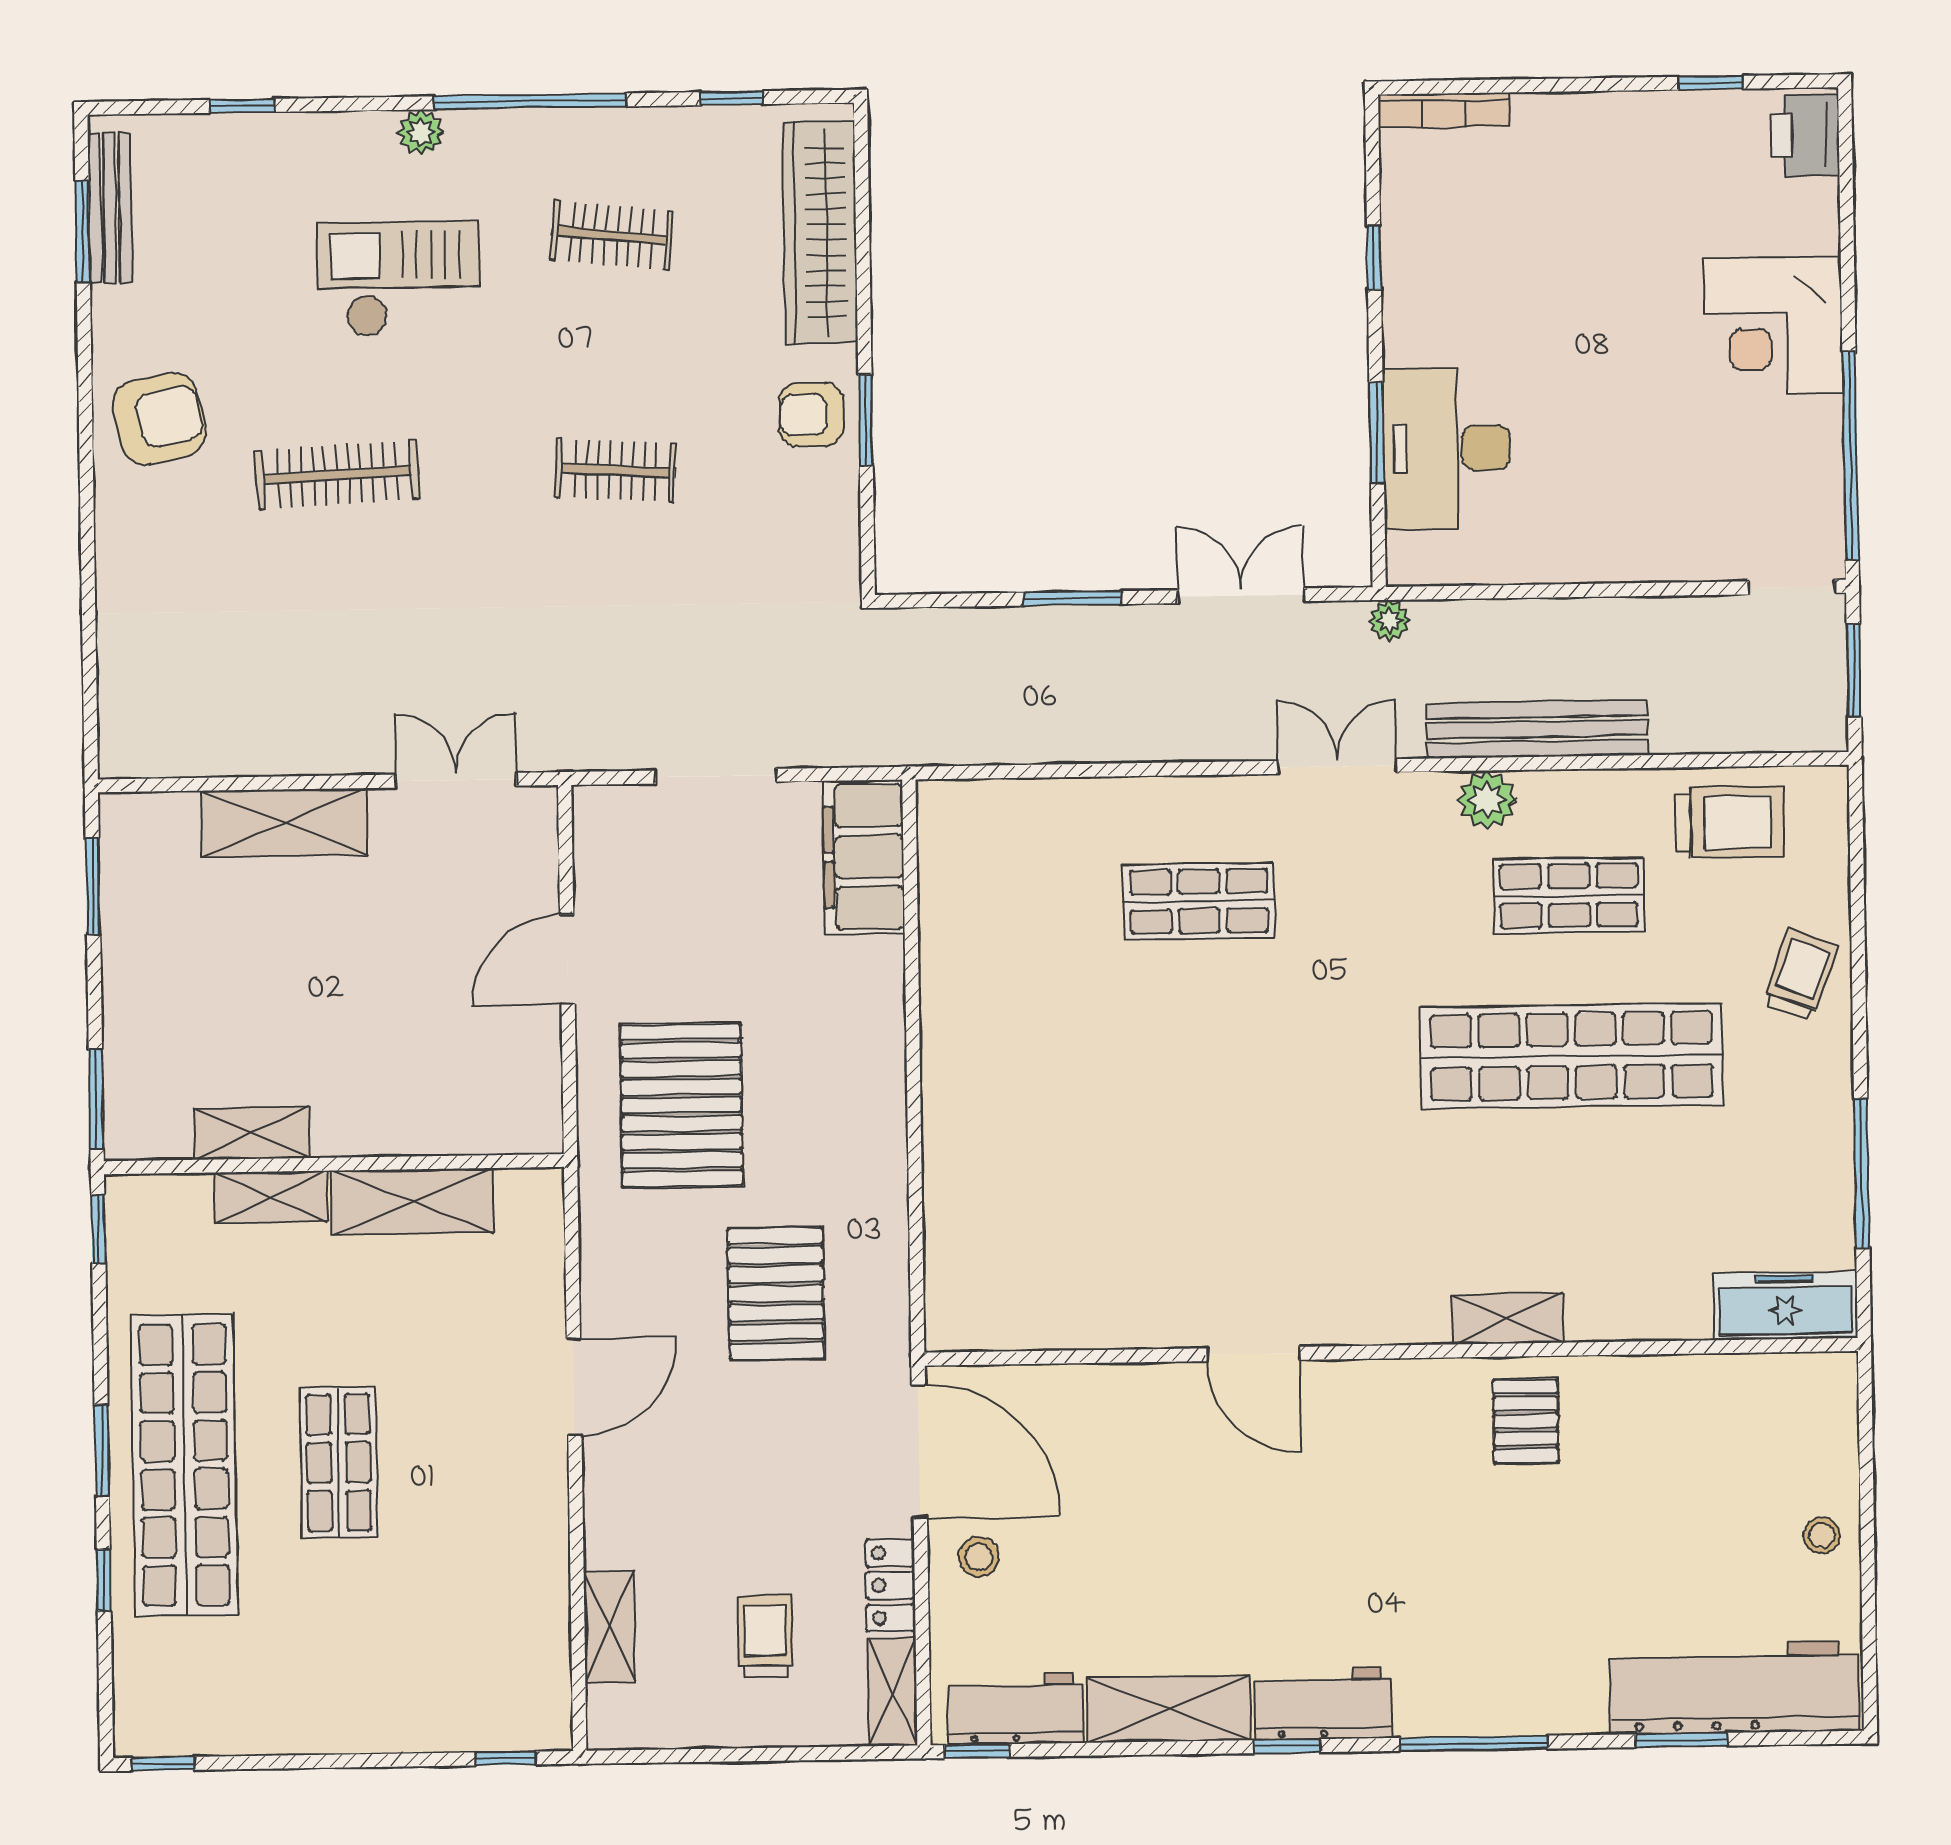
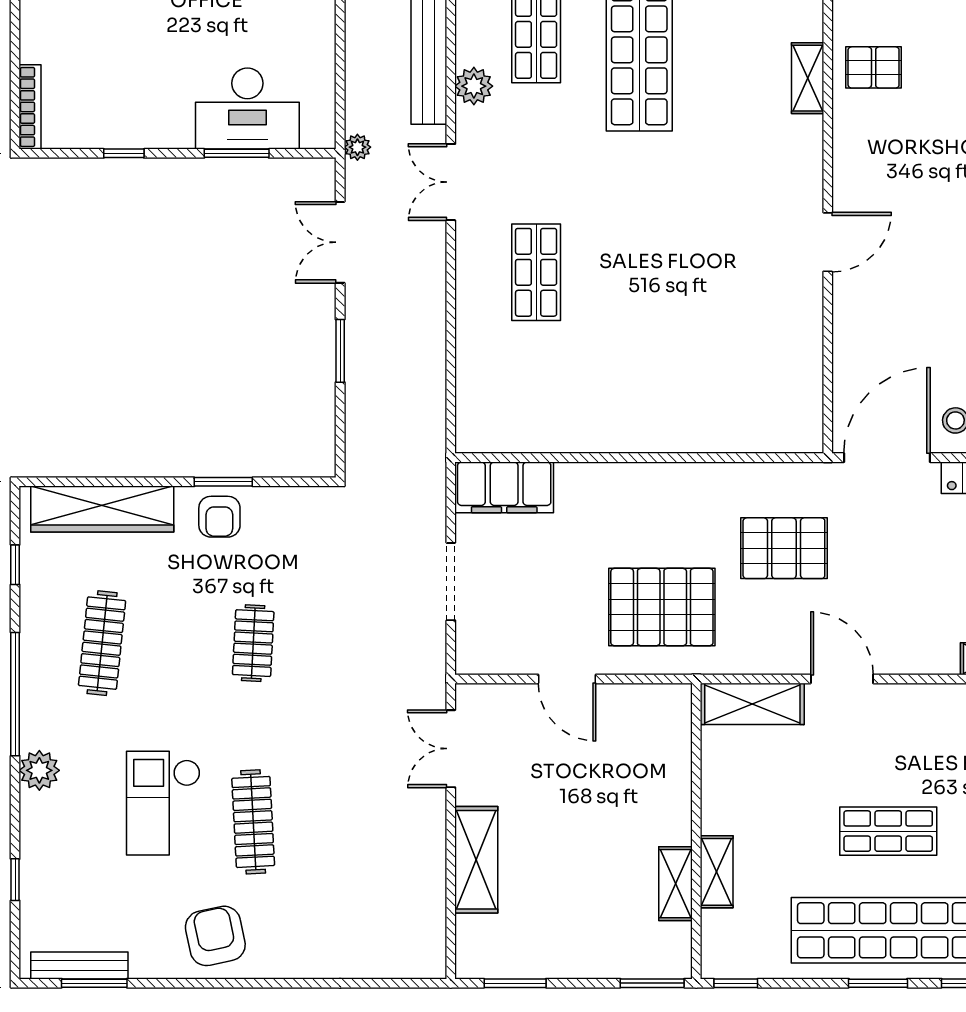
plant: (421, 132) -> (39, 770), width x1.38, depth x1.38
clothes rail: (612, 235) -> (102, 643), width x1.36
checkout: (399, 279) -> (163, 803), moved
shelving: (412, 1202) -> (752, 704), moved, turned 90

